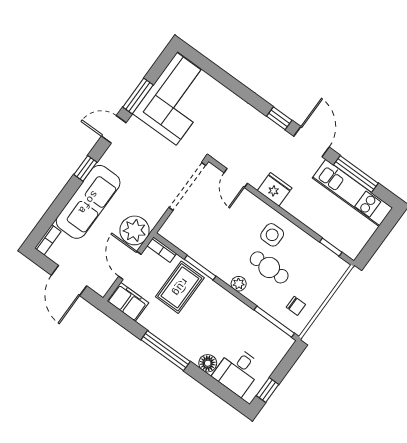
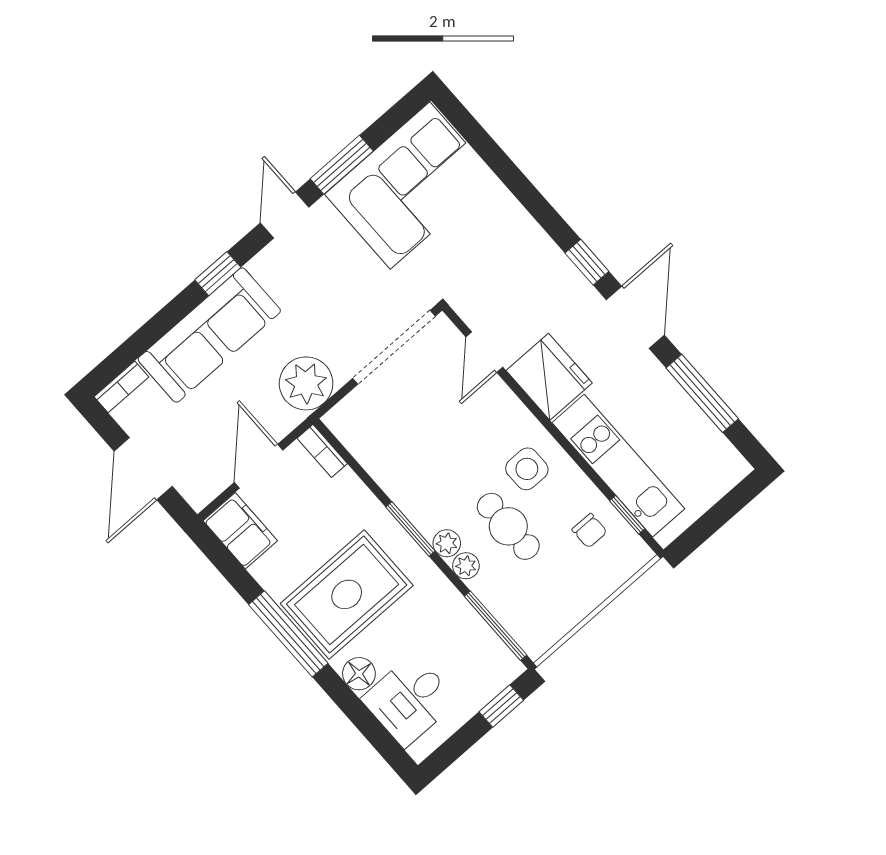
door: (114, 129) -> (285, 215), hinge flipped
fridge: (275, 189) -> (549, 377), width x1.36, depth x1.34
kitchen unit: (352, 193) -> (618, 466), moved, turned 180
plant: (135, 230) -> (306, 383), moved
window: (200, 268) -> (410, 529), moved
rug: (180, 287) -> (347, 594), moved, width x1.36, depth x1.43
plant: (251, 293) -> (466, 566), added
chair: (296, 306) -> (590, 531), moved
window: (267, 390) -> (501, 706), moved

